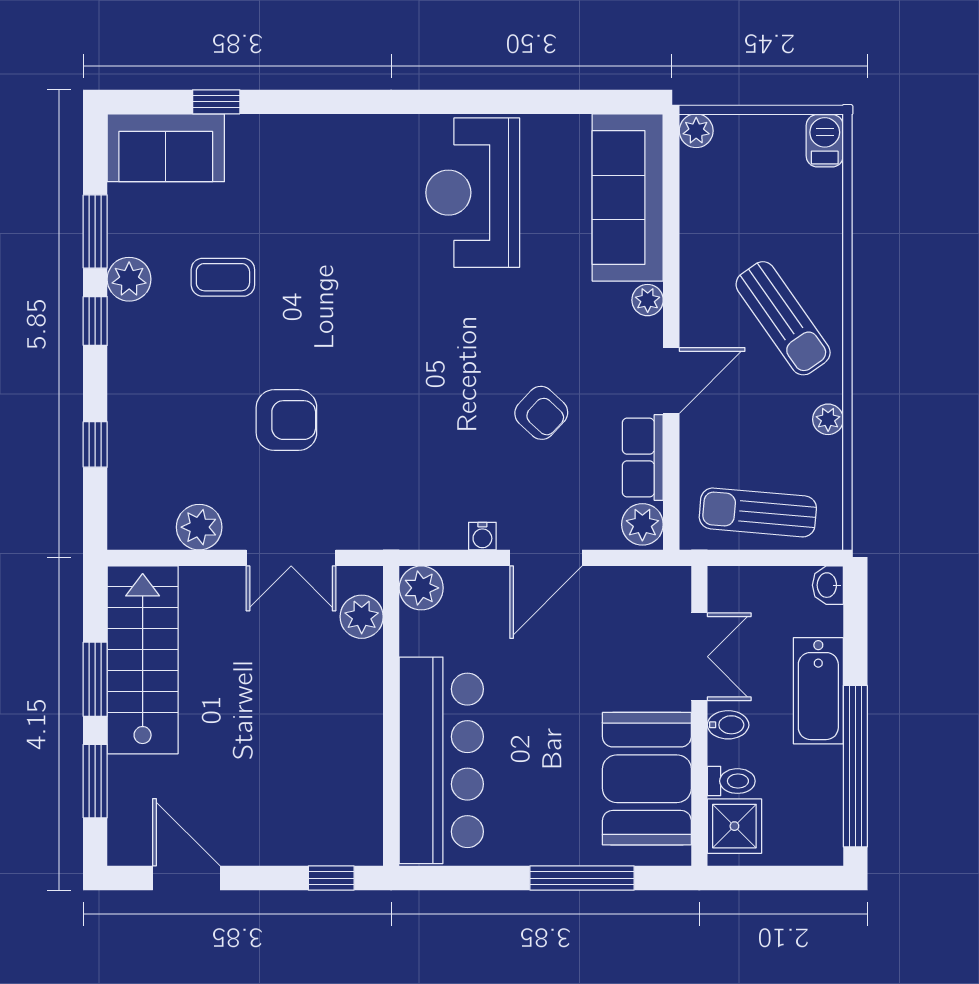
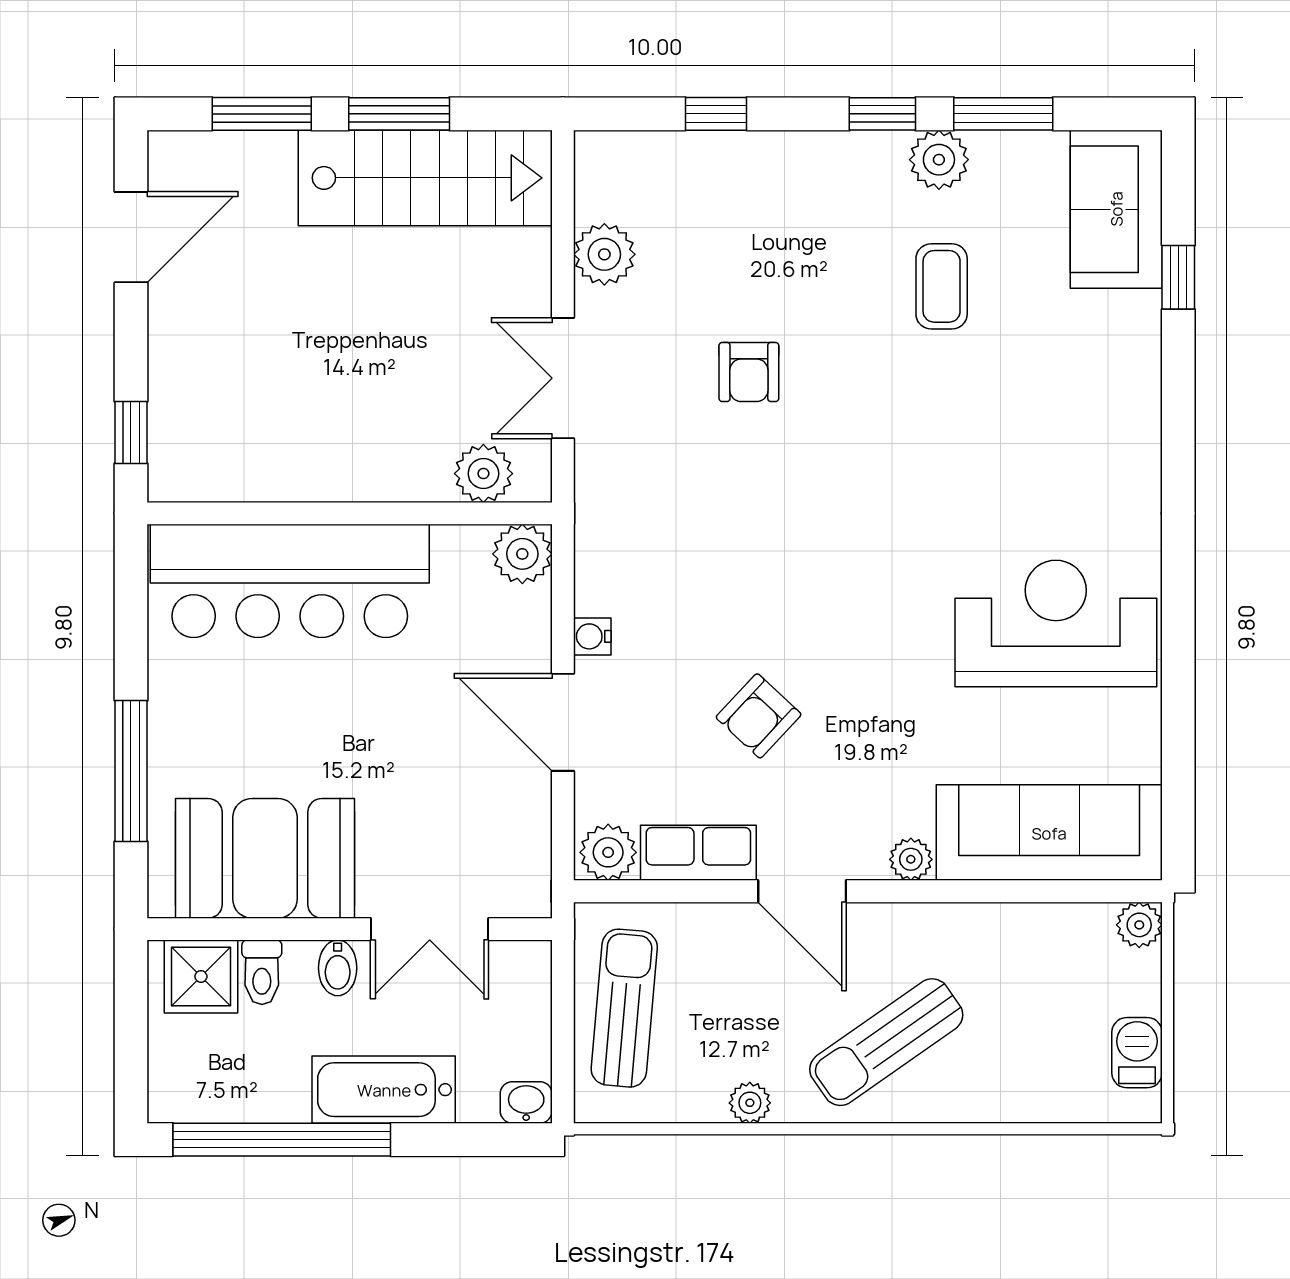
barbecue: (825, 141) -> (1137, 1053), moved, turned -90
armchair: (286, 420) -> (749, 372), width x0.72, depth x0.72

